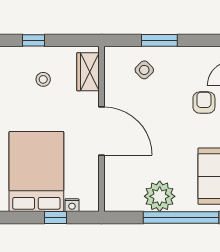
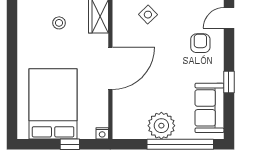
door: (101, 131) -> (110, 68), hinge flipped
nightstand: (72, 205) -> (102, 133), moved

